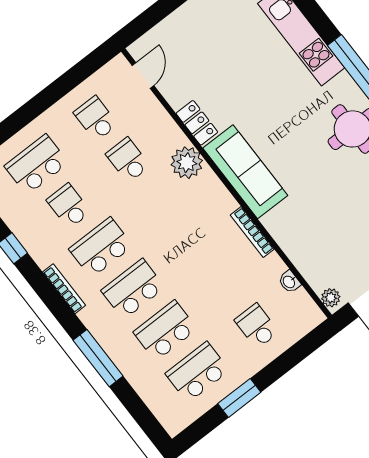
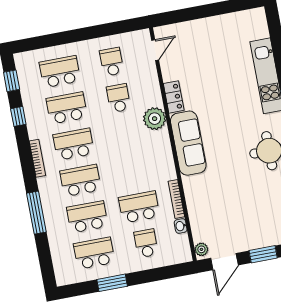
school desk: (69, 206) -> (67, 108), width x1.85
bookcase: (252, 232) -> (176, 199), moved
school desk: (224, 285) -> (139, 207), added

